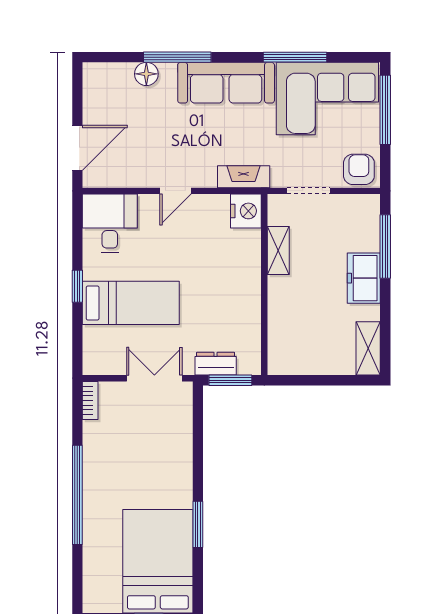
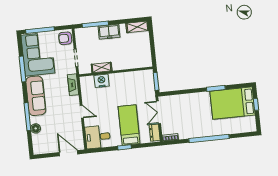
nightstand: (246, 211) -> (102, 81), moved
dresser: (216, 364) -> (155, 133), moved

